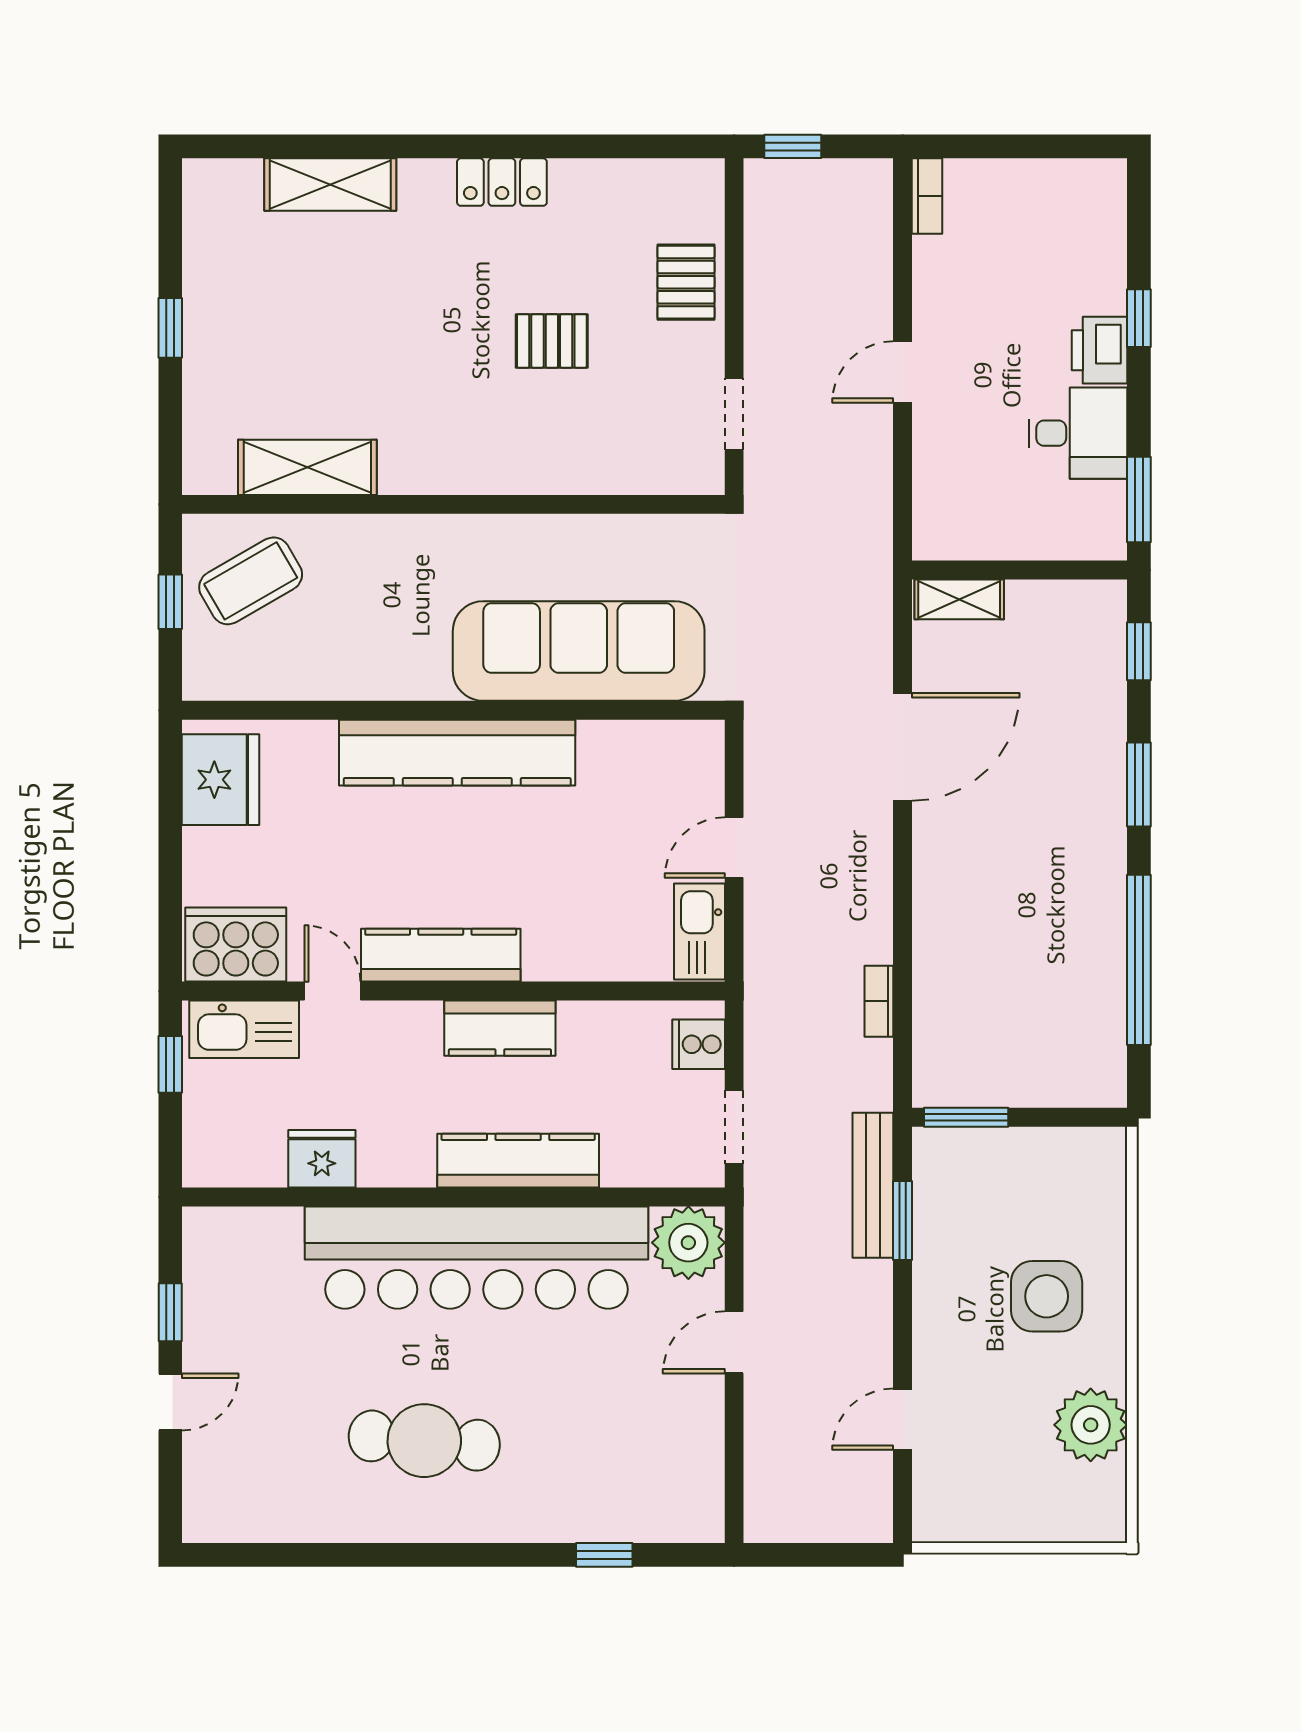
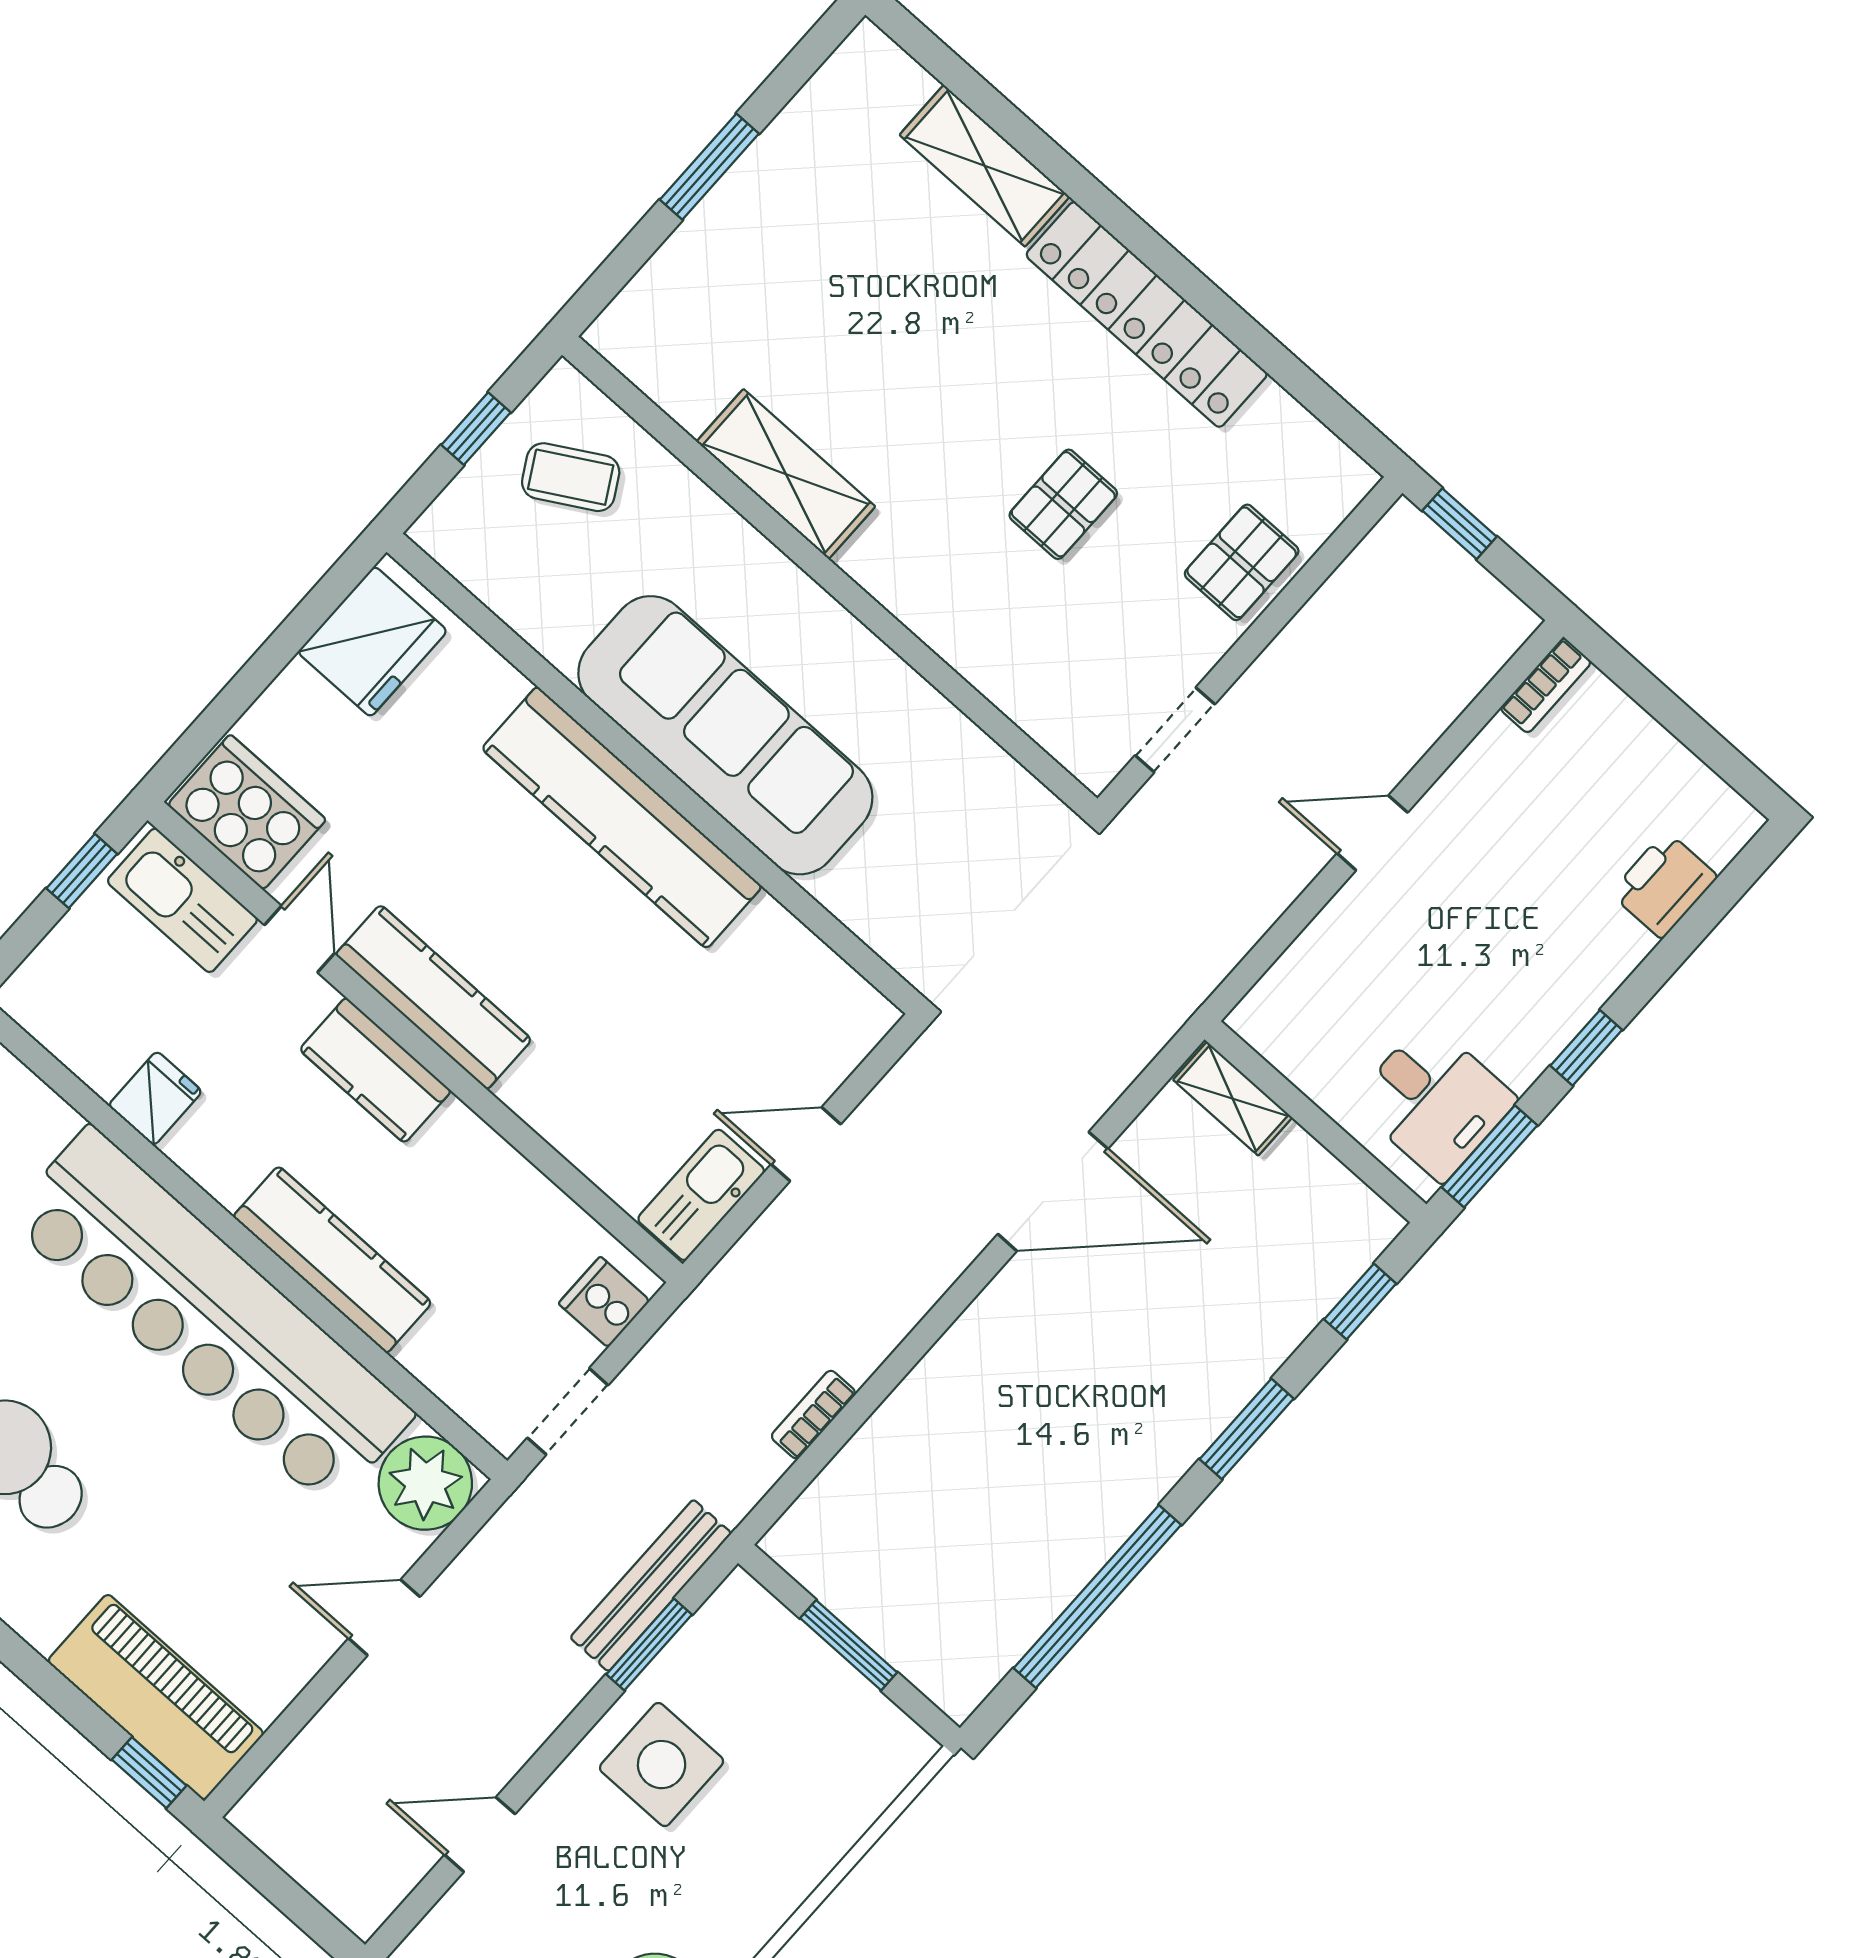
locker: (502, 182) -> (1147, 315), width x2.16, depth x1.21
window: (1139, 318) -> (1586, 1048), moved
window: (170, 328) -> (709, 167), width x1.50
pallet: (552, 341) -> (1063, 504), turned 90
printer: (1099, 350) -> (1664, 885), moved
desk: (1078, 433) -> (1434, 1101), moved
shelving: (307, 467) -> (786, 474), moved
coffee table: (251, 581) -> (571, 477), width x0.73, depth x0.77
sofa: (579, 651) -> (725, 735), moved
kitchen counter: (500, 1028) -> (375, 1070), moved
window: (966, 1117) -> (849, 1645), moved
fridge: (322, 1159) -> (155, 1098), width x0.72
side table: (1047, 1296) -> (662, 1765), moved
piano: (642, 1507) -> (156, 1697), added
window: (604, 1555) -> (149, 1773), moved

